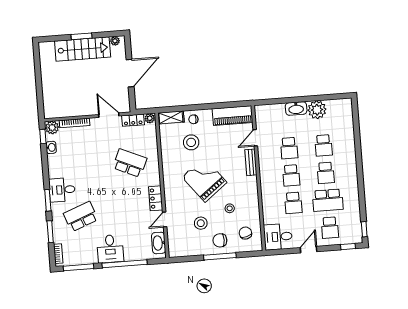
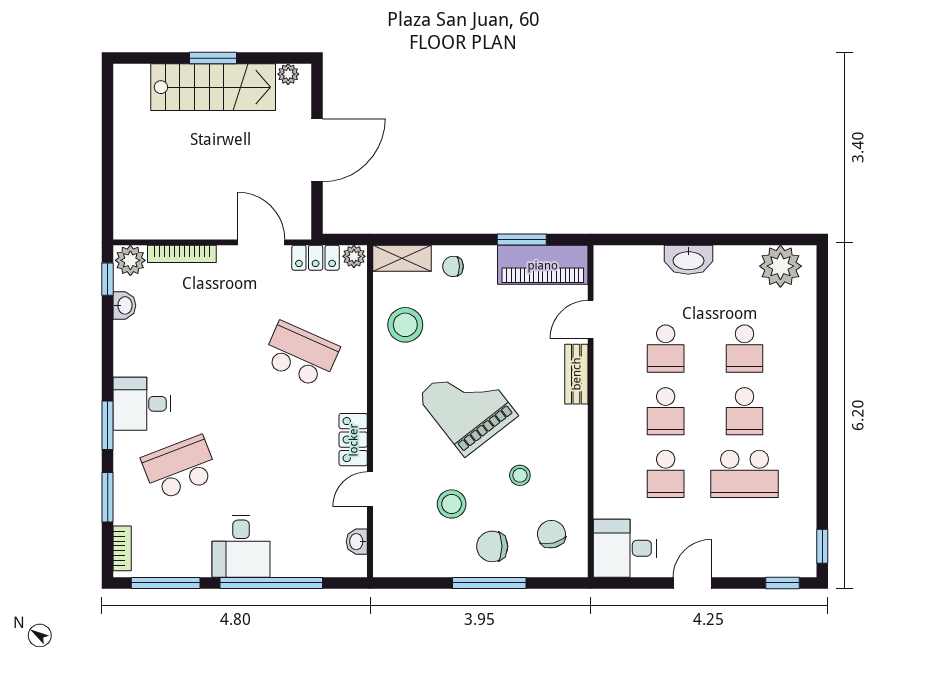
window: (223, 105) -> (522, 240), added
plant: (317, 110) -> (780, 266), moved
stool: (191, 142) -> (405, 325), moved
school desk: (330, 228) -> (744, 537), removed
washbasin: (159, 243) -> (357, 542), width x0.52, depth x0.69

